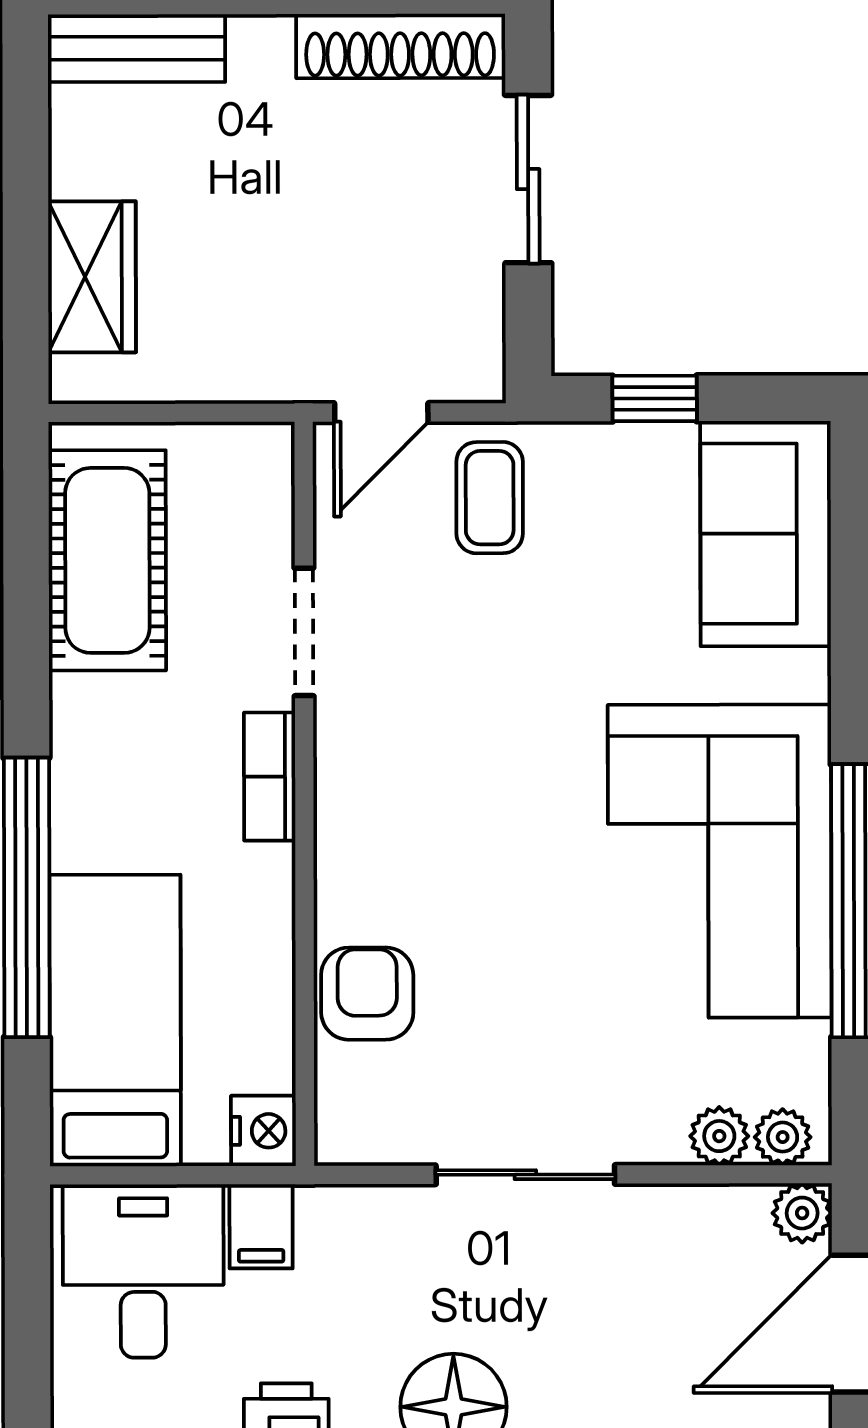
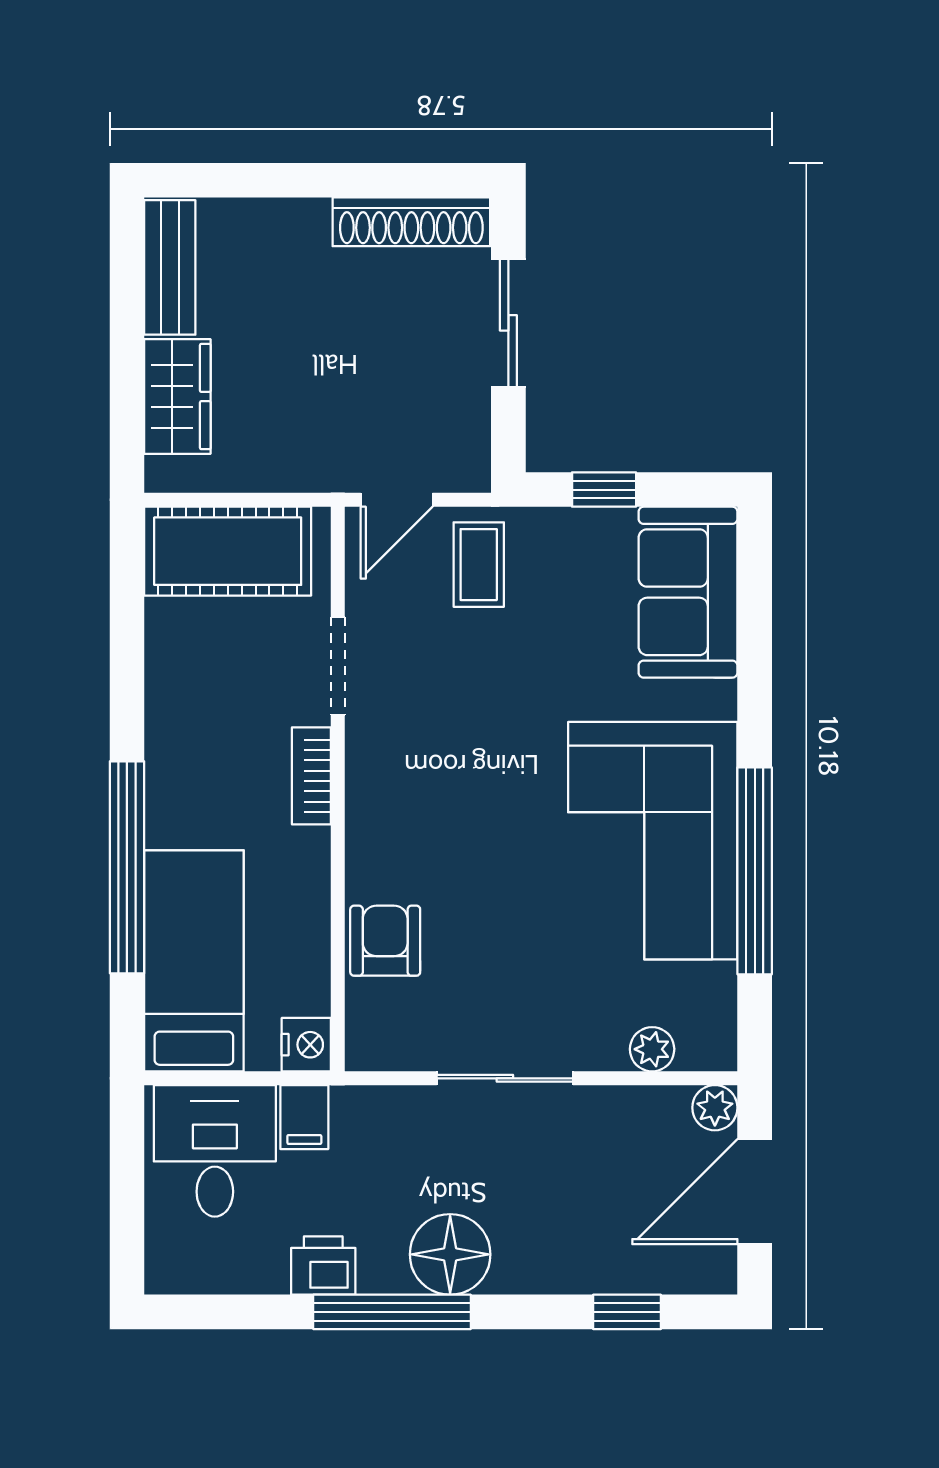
bench: (136, 48) -> (170, 267), moved, turned 90
cot: (107, 560) -> (228, 551), moved, turned 90
plant: (783, 1137) -> (700, 1050), removed

